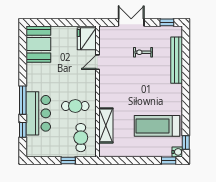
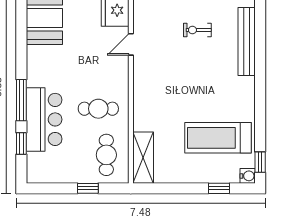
shelving: (106, 125) -> (143, 158), moved
window: (169, 160) -> (219, 188), moved

